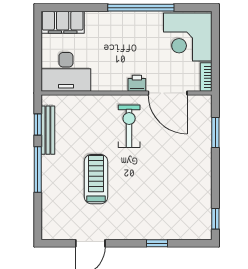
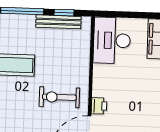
exercise bike: (129, 126) -> (59, 97), turned 180

